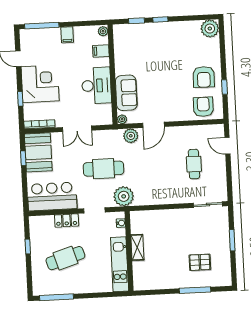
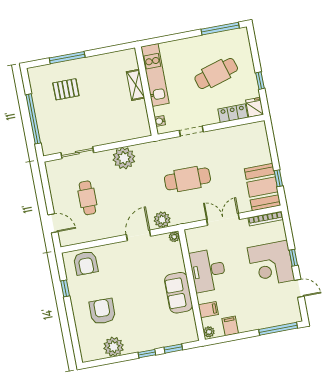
plant: (210, 29) -> (114, 347), moved
filing cabinet: (67, 35) -> (230, 326), moved
armchair: (204, 77) -> (102, 311), moved
sofa: (126, 93) -> (179, 293), moved
window: (20, 99) -> (293, 258), moved
bar counter: (52, 196) -> (240, 140), removed
plant: (124, 196) -> (124, 158), moved
sliding door: (208, 205) -> (77, 153), moved
locker: (67, 221) -> (233, 113), moved
fridge: (36, 224) -> (255, 107), added
window: (232, 240) -> (33, 119), width x2.11
shelving: (137, 247) -> (136, 85), moved

